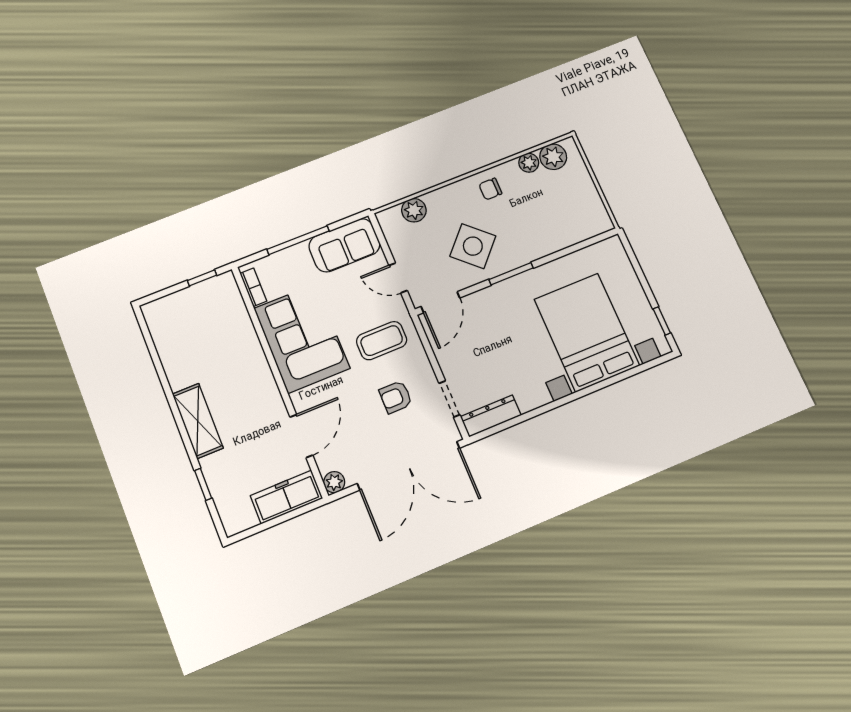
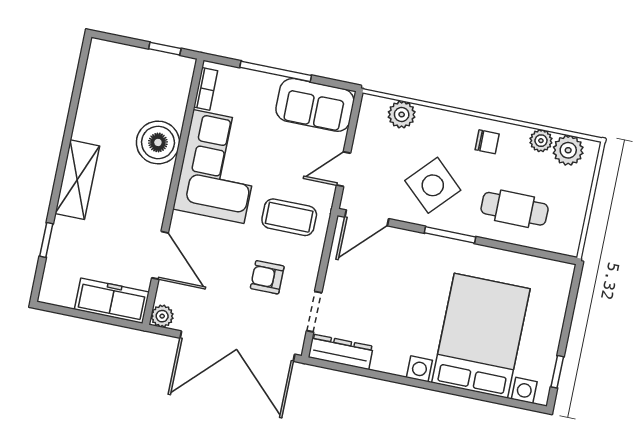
chair: (490, 189) -> (487, 142), turned 180
cafe table: (545, 223) -> (515, 209), added
door: (398, 278) -> (343, 169), hinge flipped
boiler: (243, 351) -> (158, 142), added
door: (301, 436) -> (160, 255), hinge flipped

